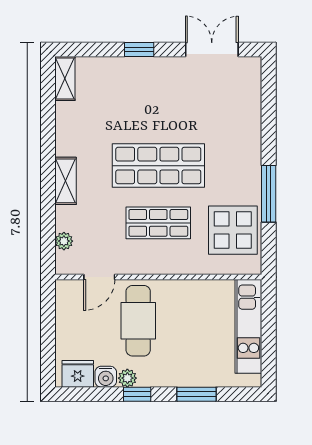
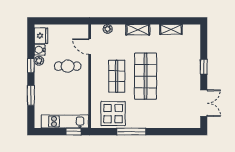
shelving: (65, 78) -> (171, 29), moved
window: (269, 309) -> (74, 132), added
cafe table: (138, 321) -> (68, 66), width x0.73, depth x0.74

